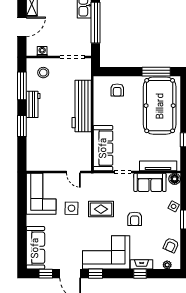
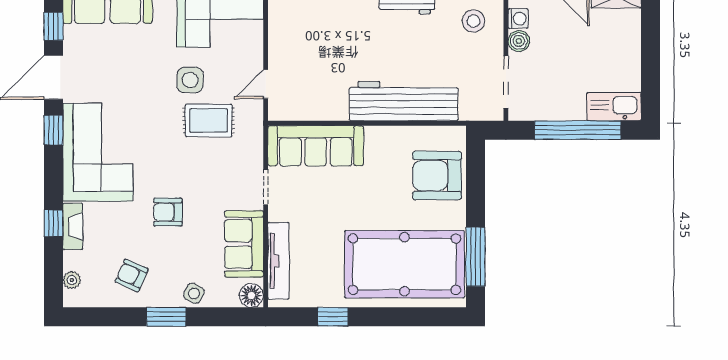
boiler: (53, 51) -> (519, 41), added
armchair: (117, 90) -> (437, 175), width x1.88, depth x1.88
rug: (101, 209) -> (209, 120), moved, turned 90
armchair: (171, 245) -> (132, 275), moved

